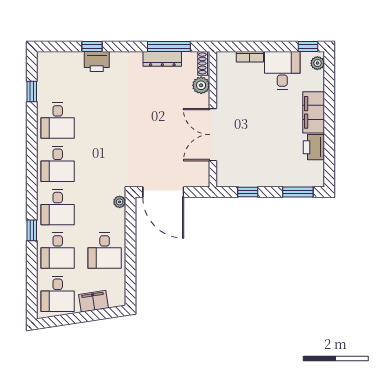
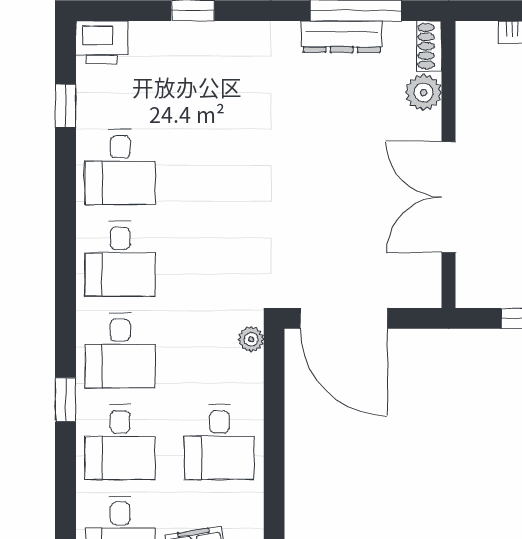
printer: (97, 62) -> (102, 42), moved

